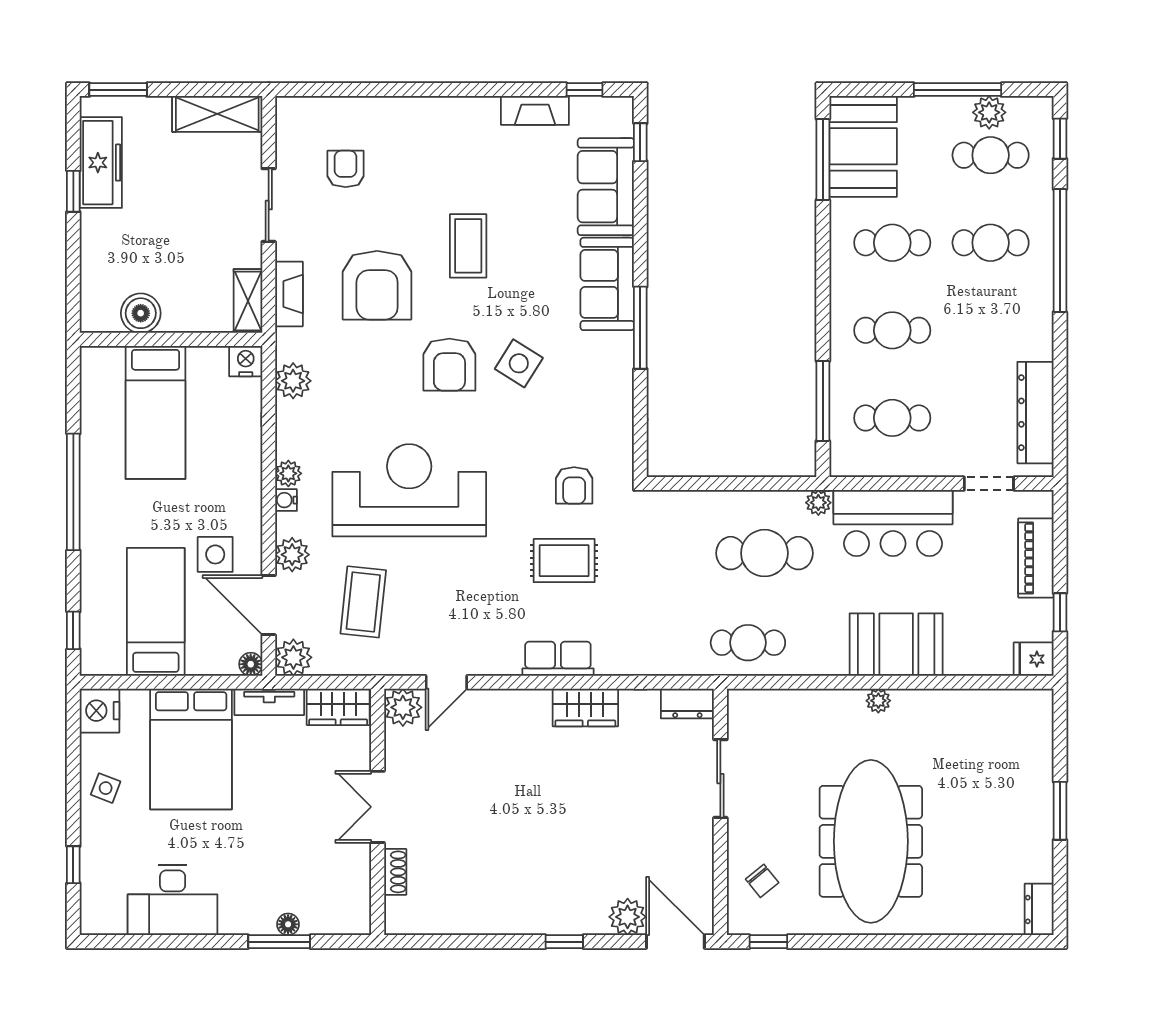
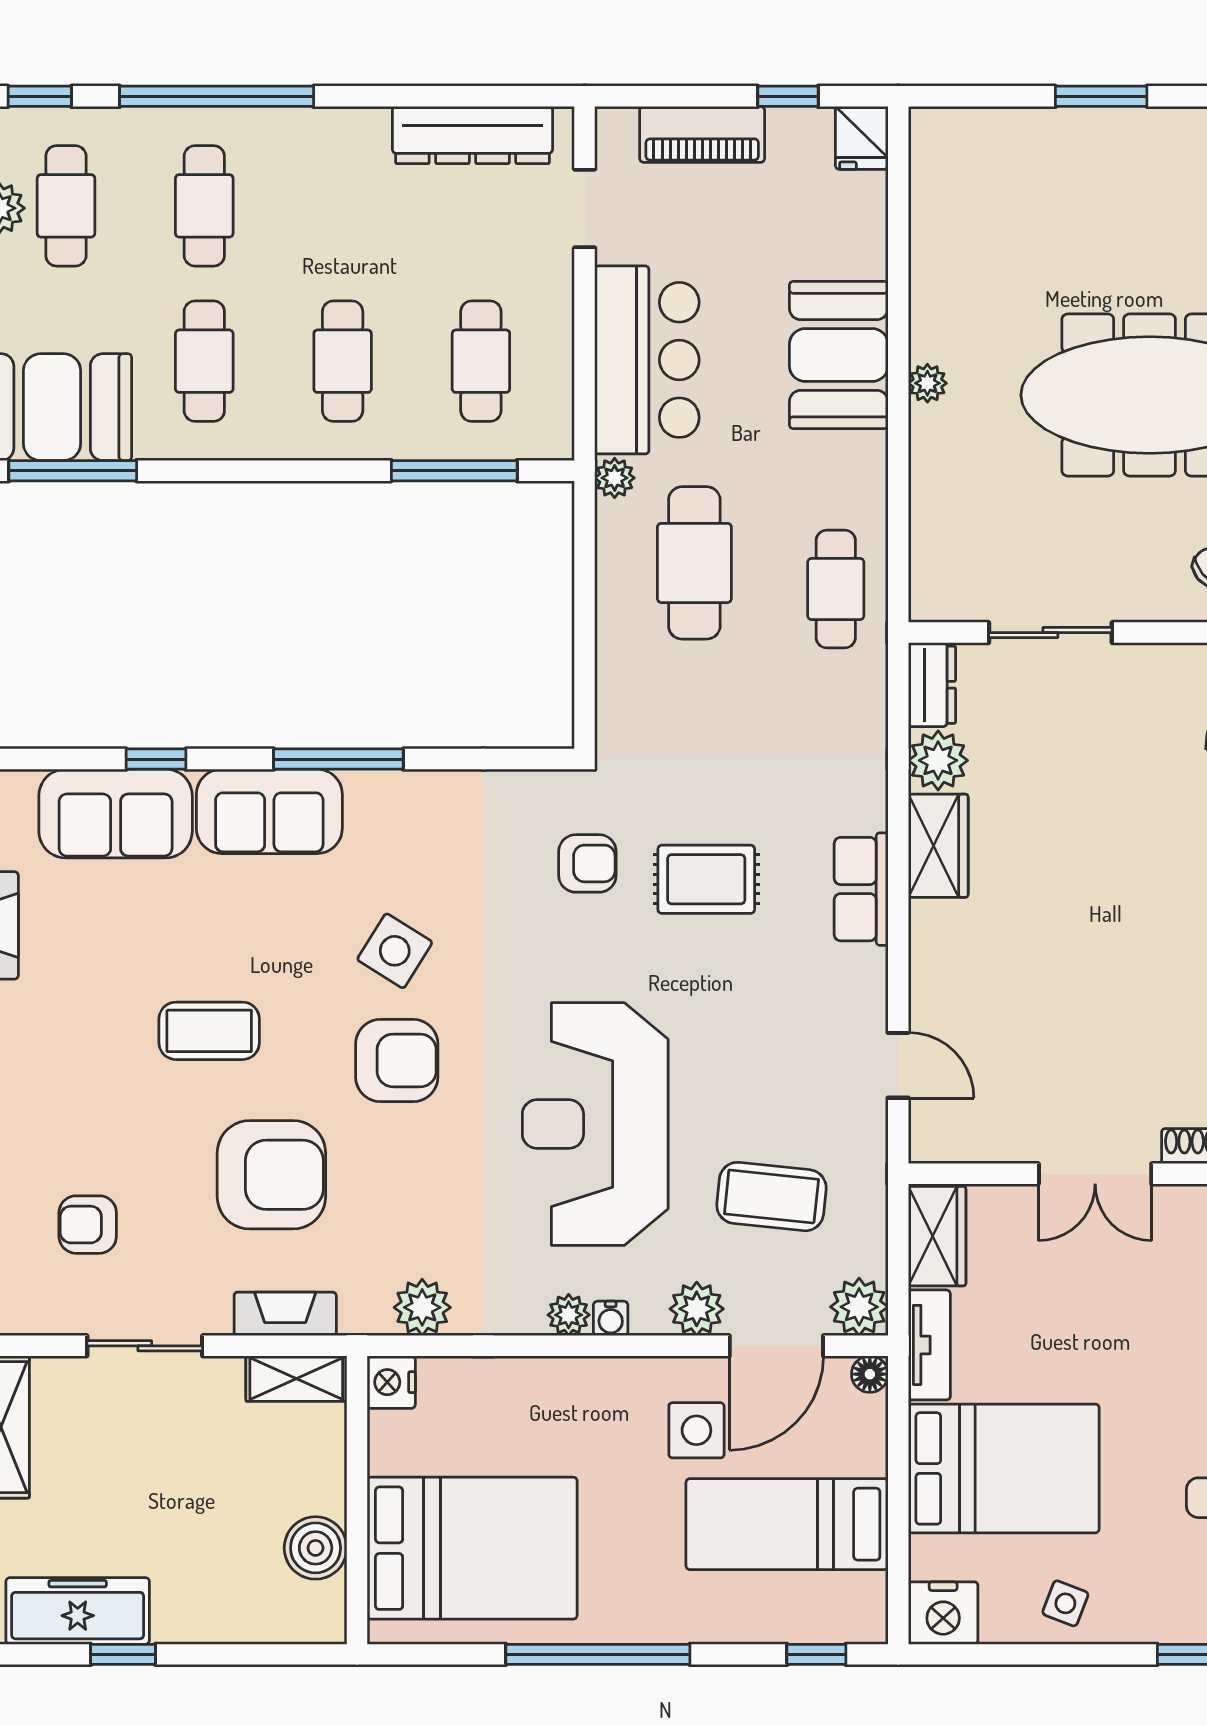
window: (640, 142) -> (156, 759), moved
bed: (156, 412) -> (472, 1548), width x1.50
rug: (564, 561) -> (706, 879), turned 90
plant: (403, 707) -> (938, 760), moved

